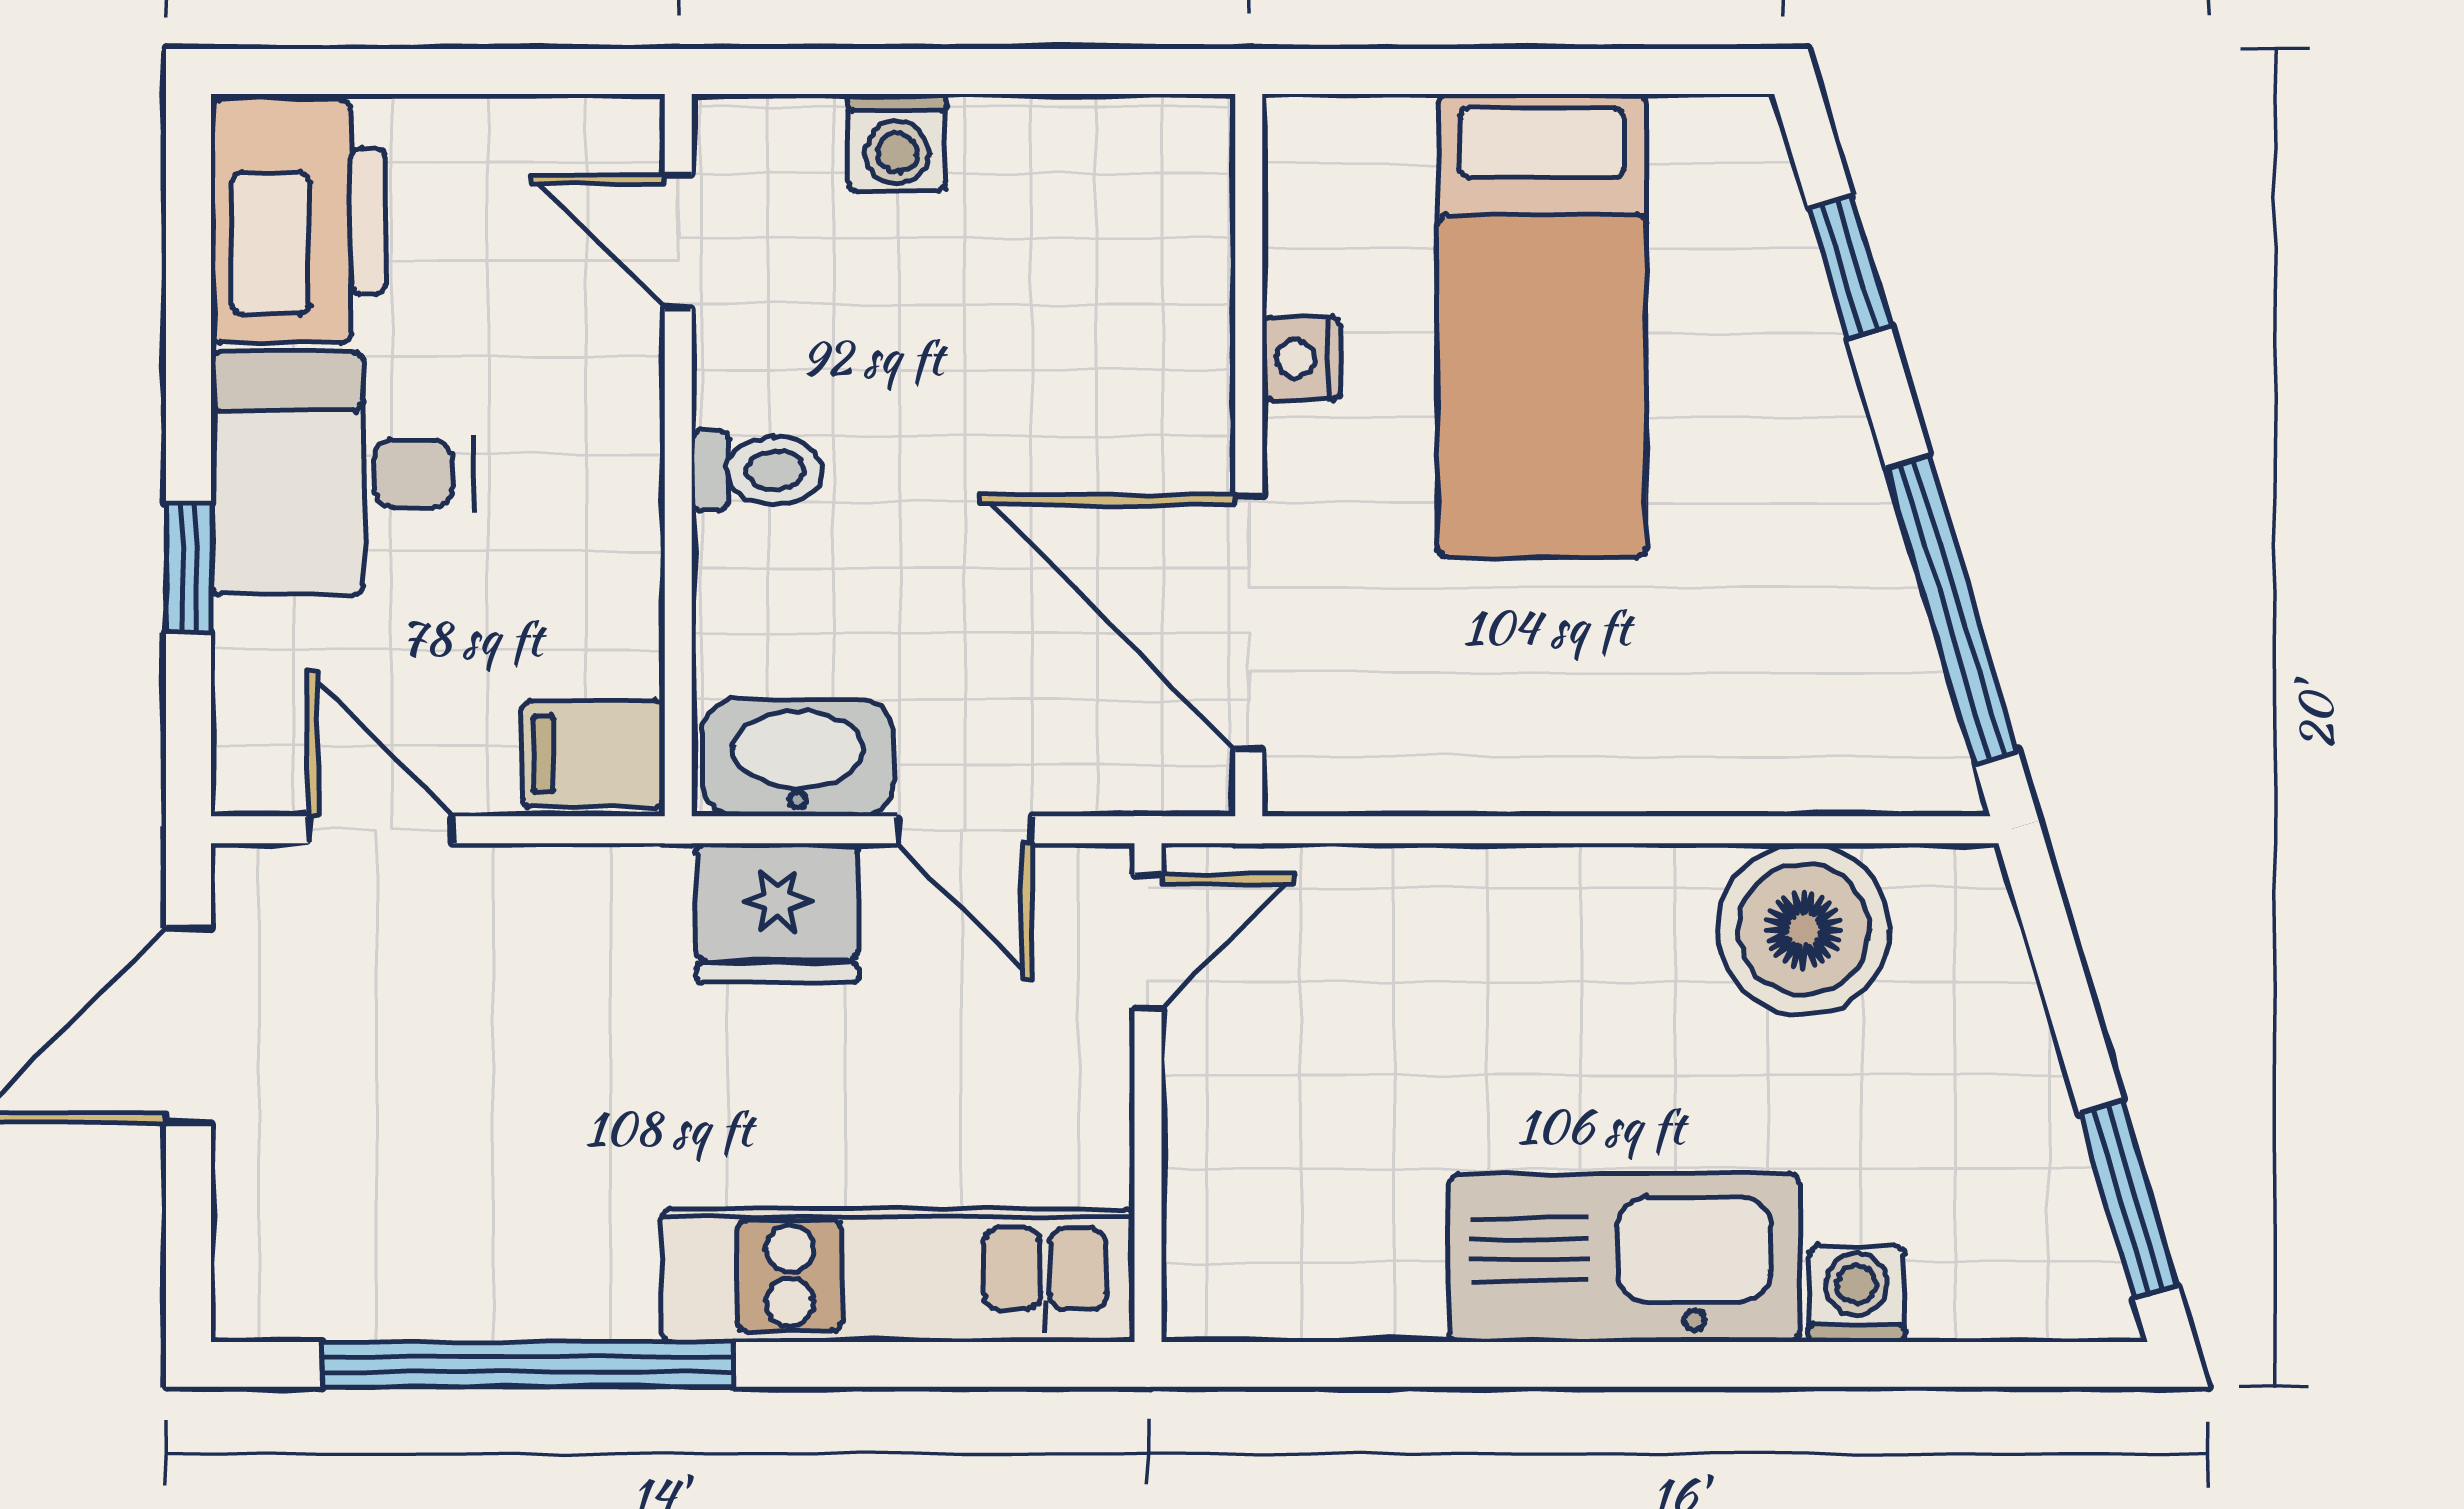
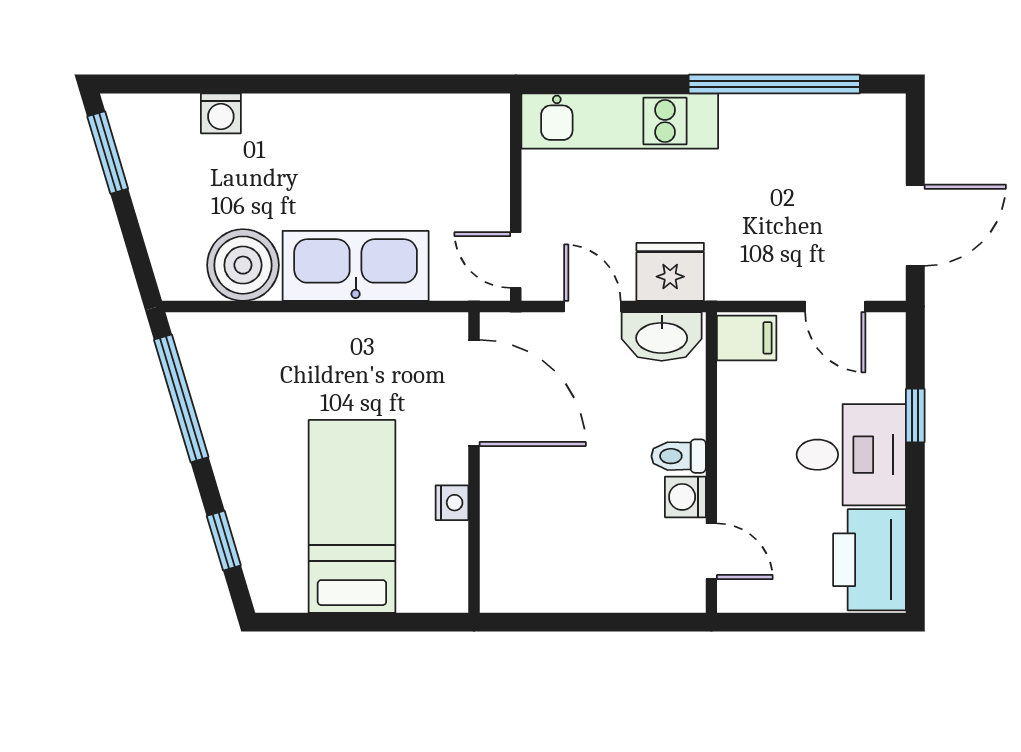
washing machine: (897, 143) -> (685, 497), moved, turned -90
door: (1148, 942) -> (516, 260), hinge flipped
kitchen sink: (1624, 1258) -> (356, 266), moved, turned 180

